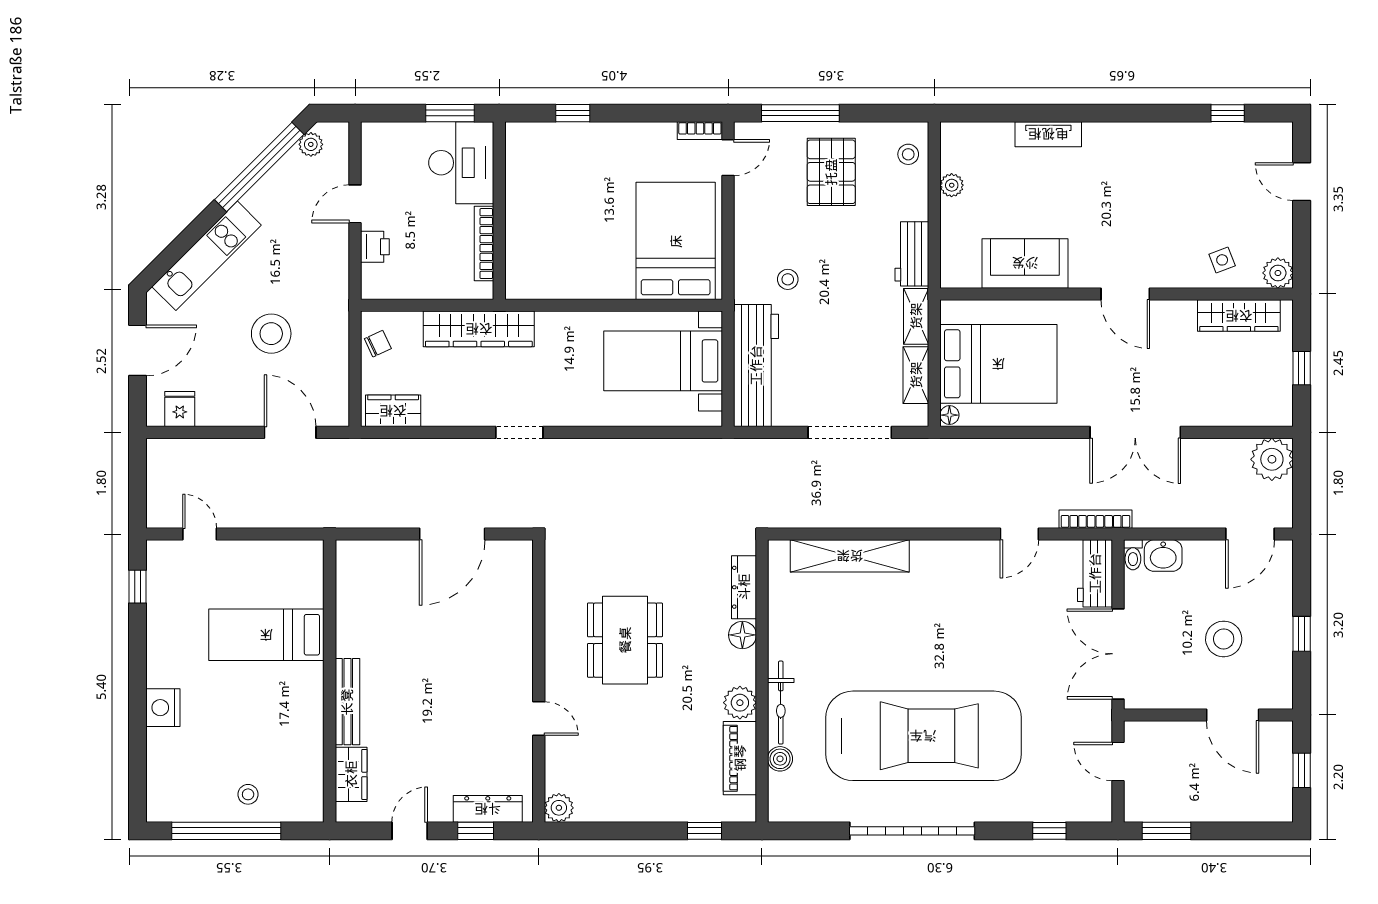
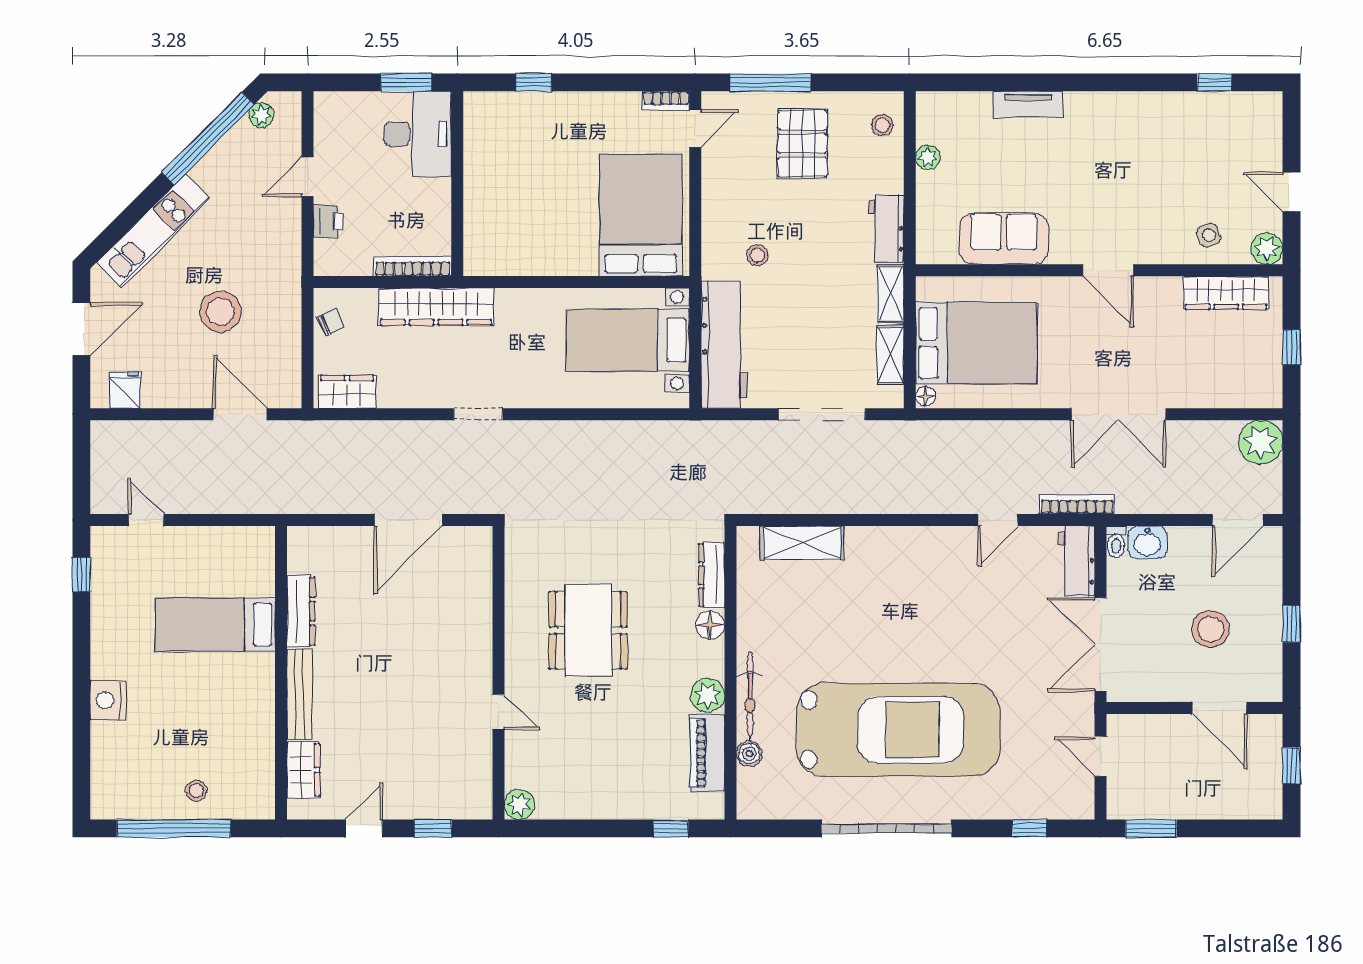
door: (1302, 182) -> (1291, 192), moved
bookcase: (484, 244) -> (413, 266), moved, turned 90
shelving: (850, 556) -> (802, 543), width x0.68
dresser: (488, 809) -> (301, 611), moved, turned 90

